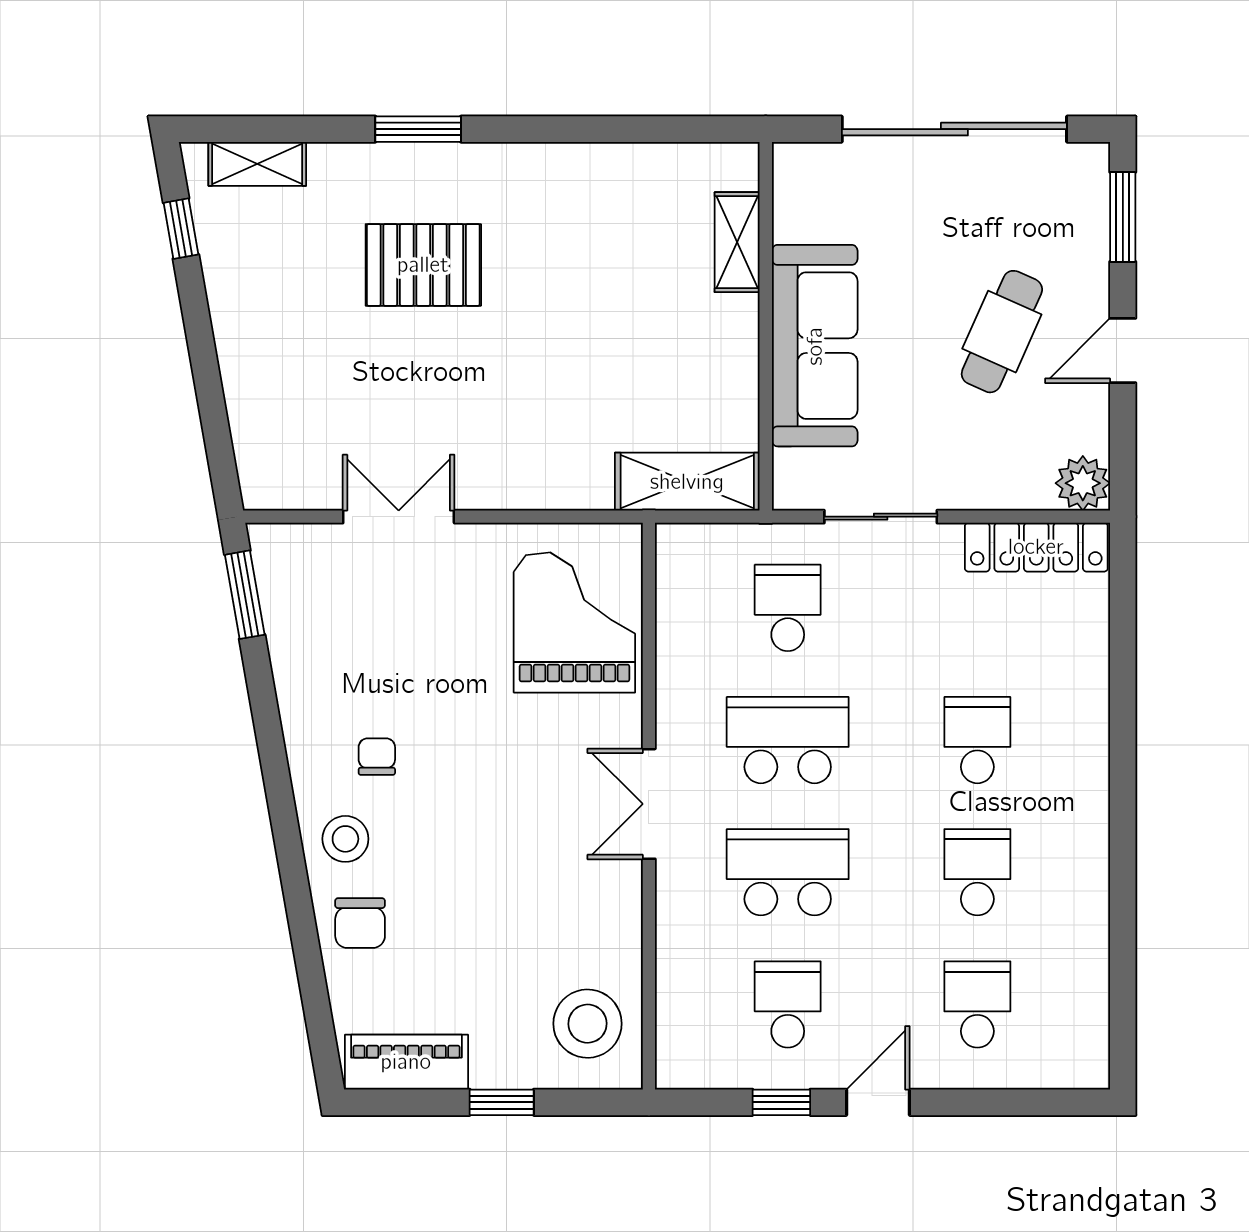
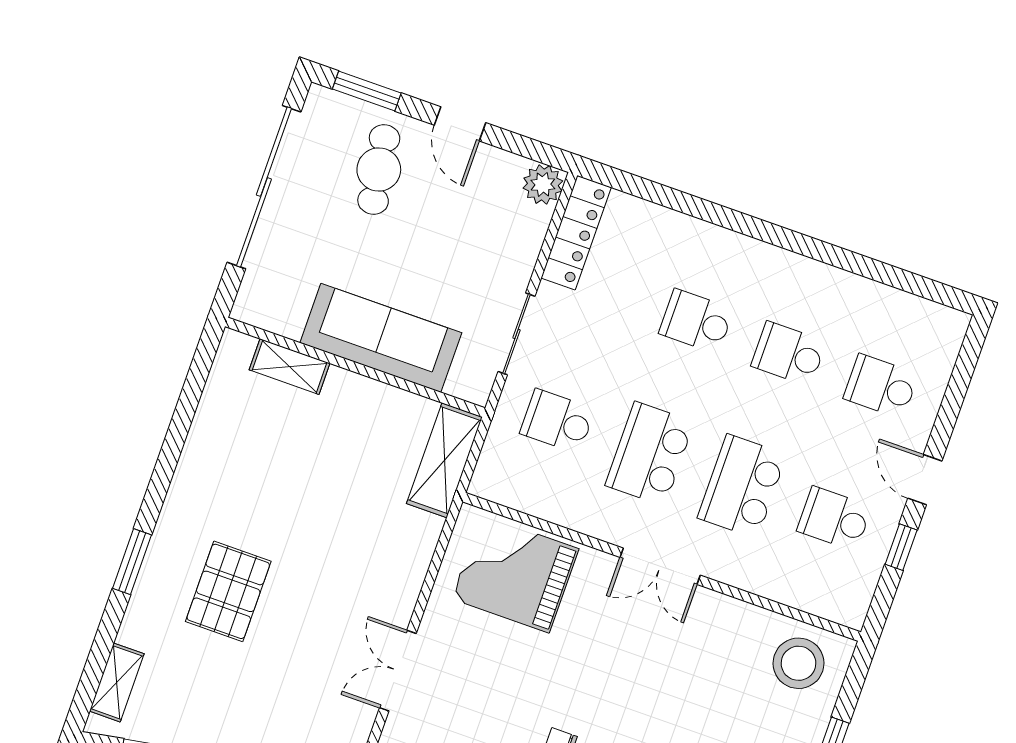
cafe table: (1002, 332) -> (379, 170), moved, turned 57

